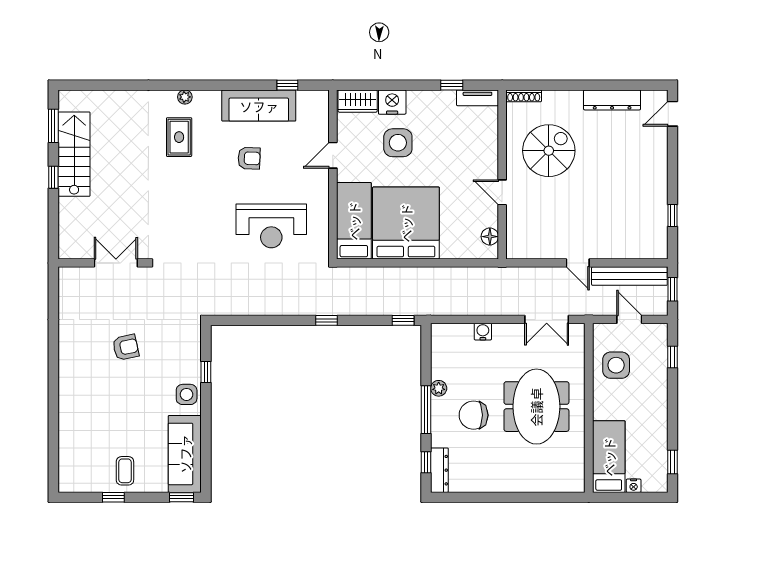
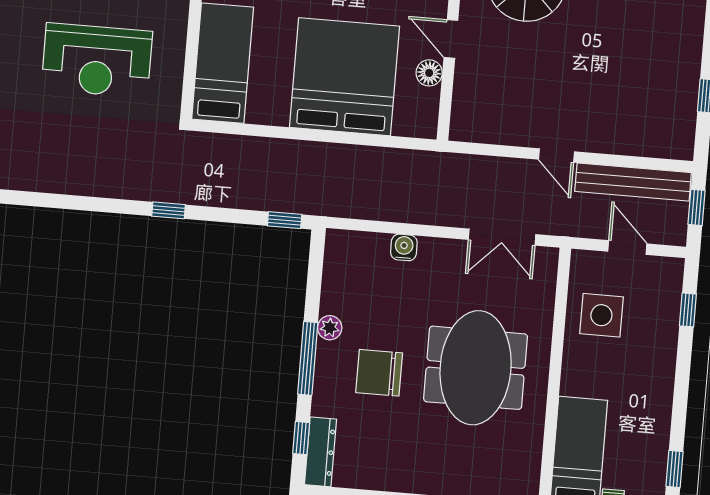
bed: (406, 223) -> (345, 77), moved
floor lamp: (490, 237) -> (429, 73), moved

